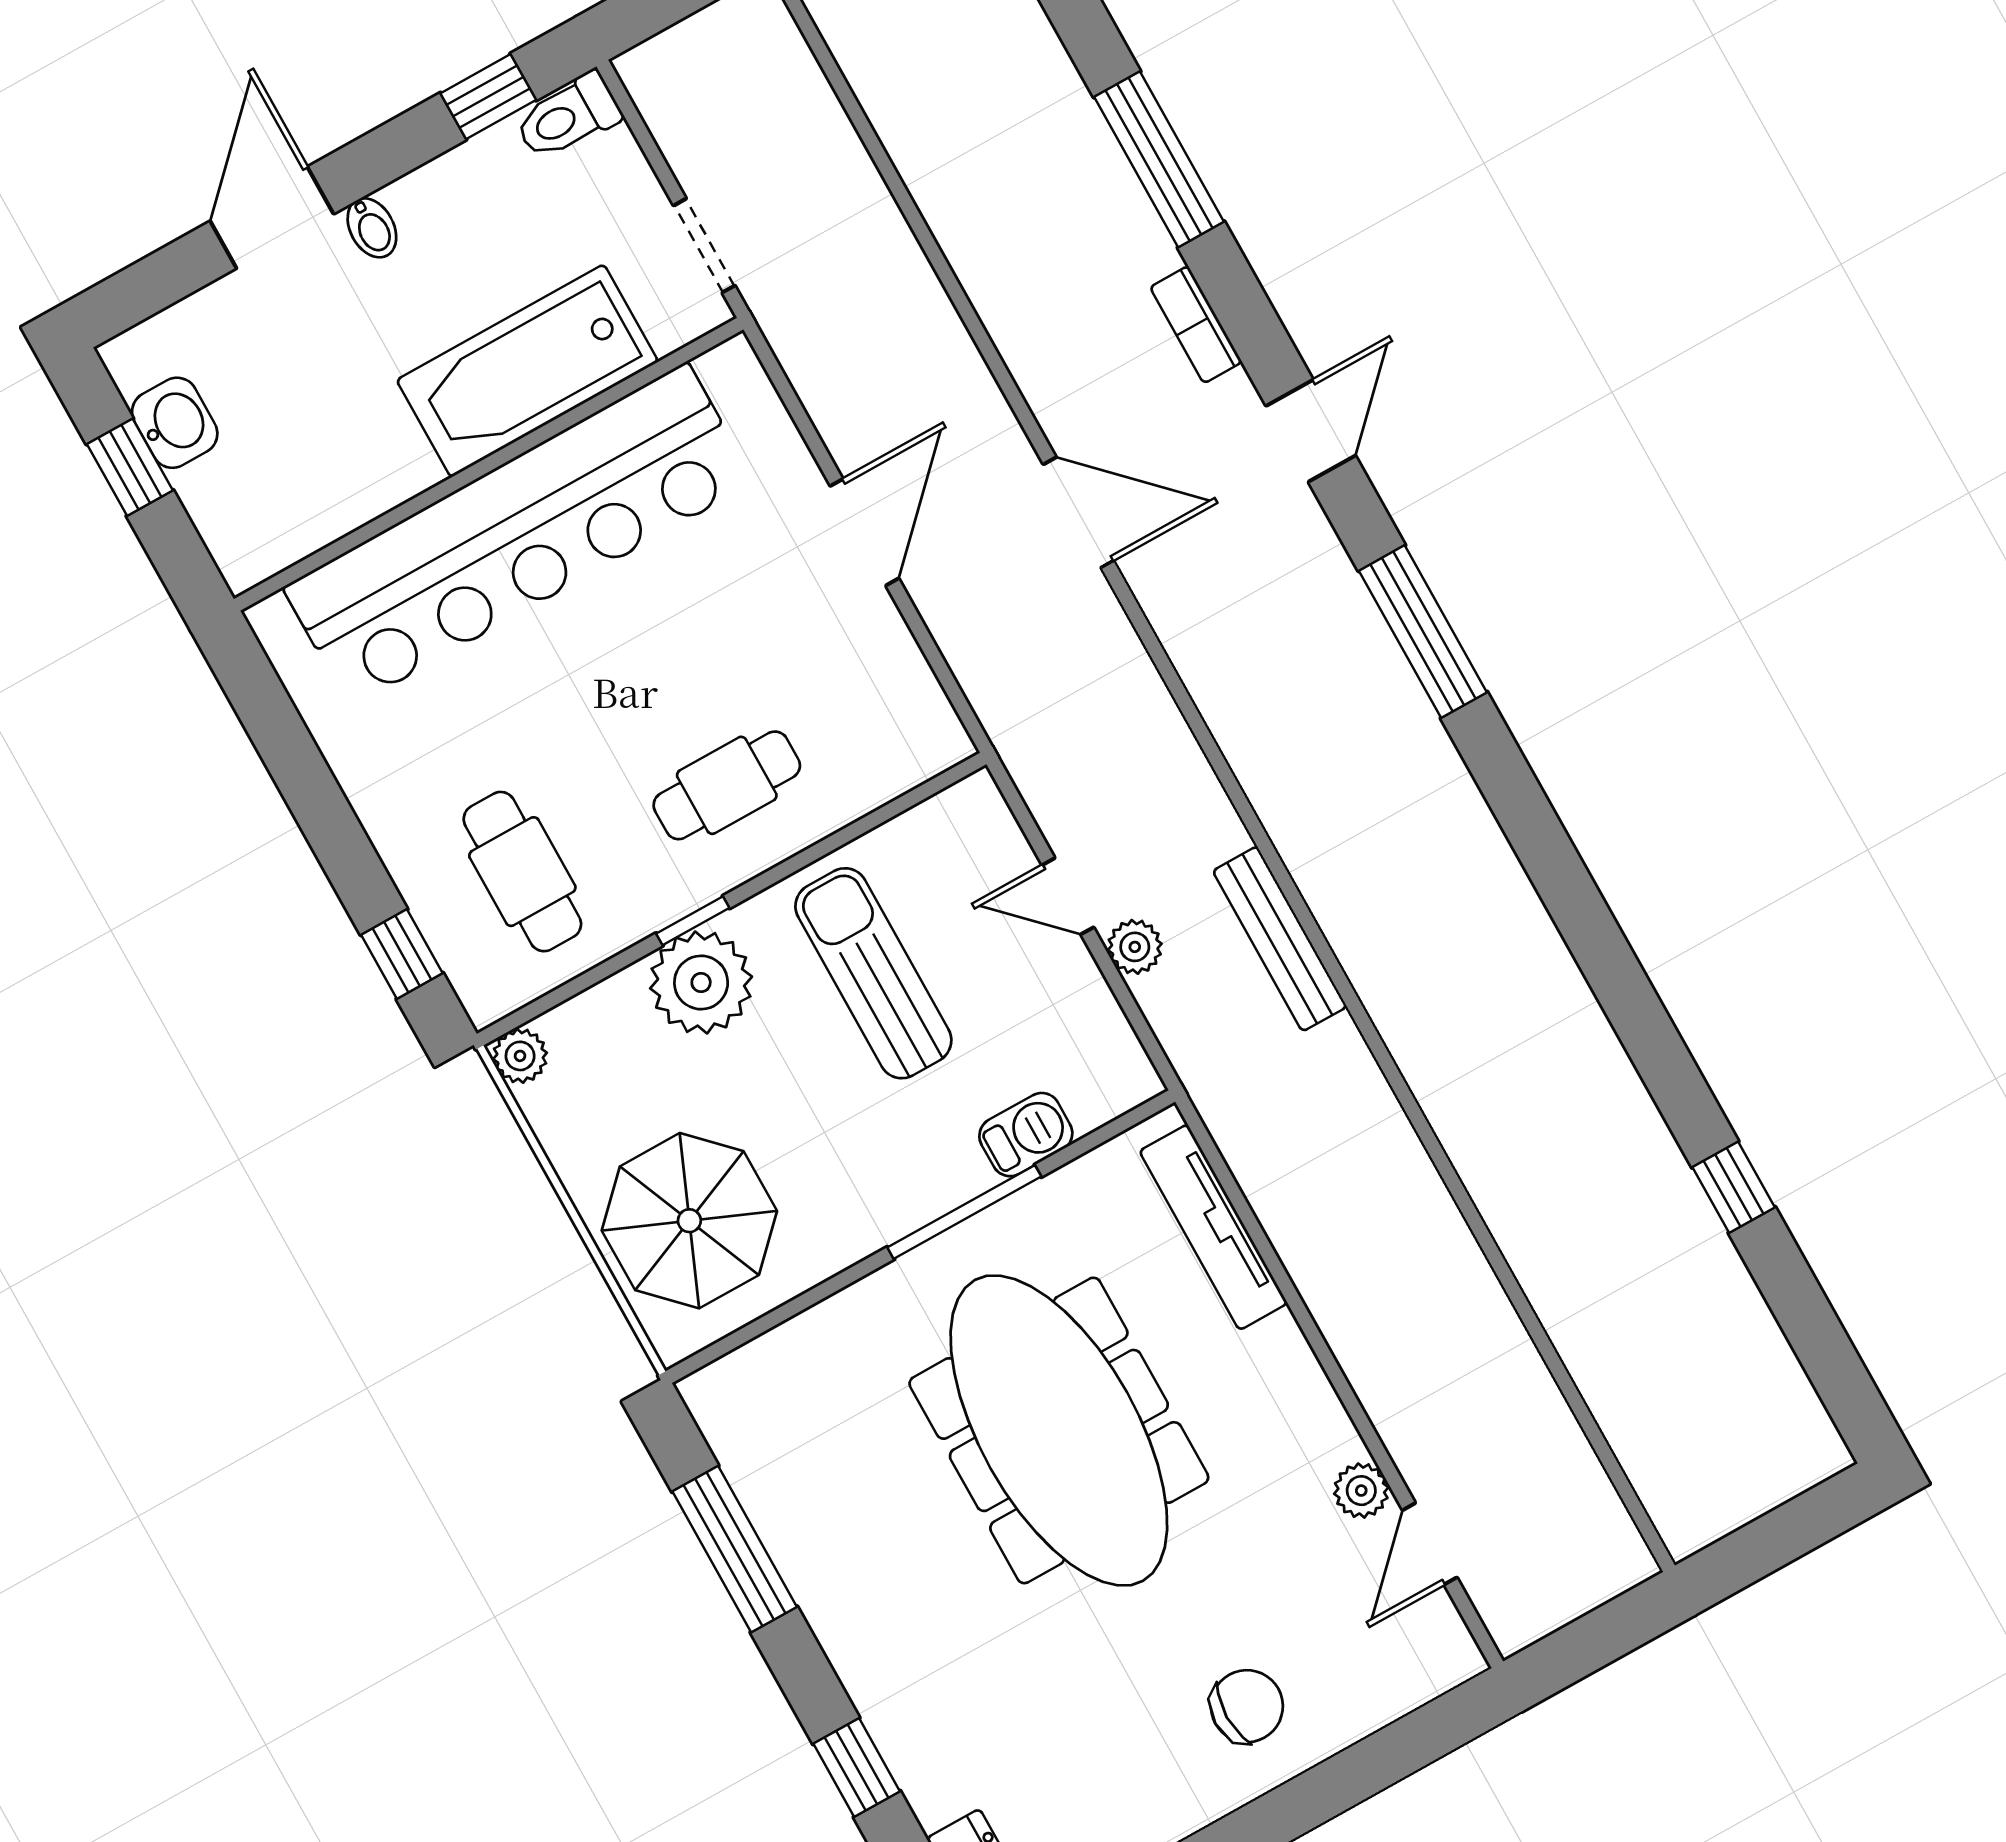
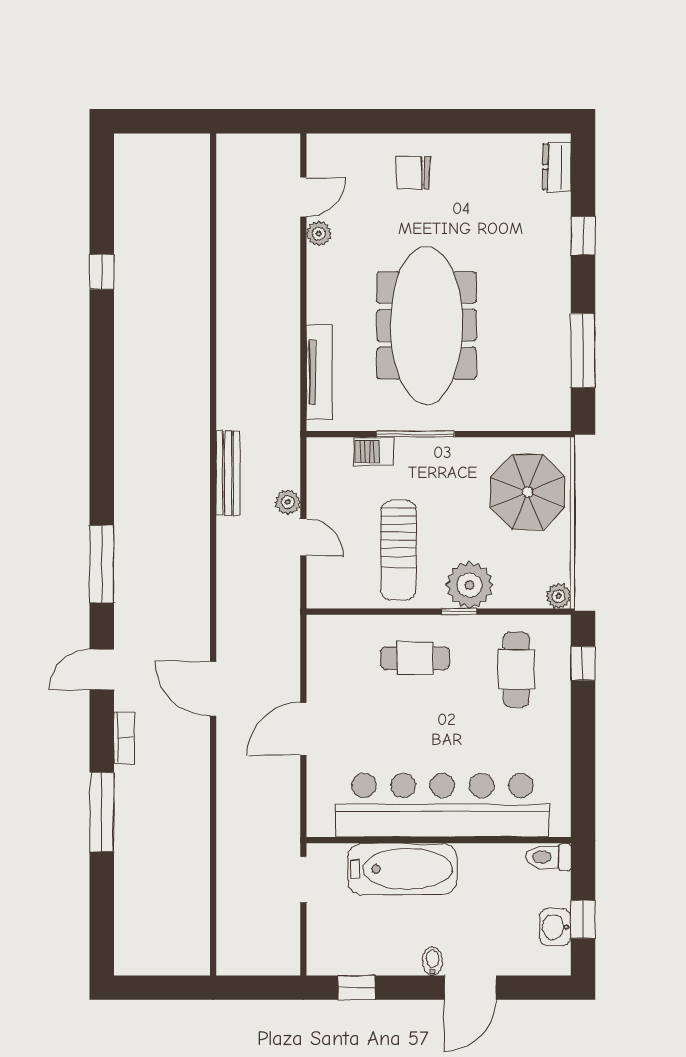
toilet: (568, 117) -> (548, 857), moved, turned 180

